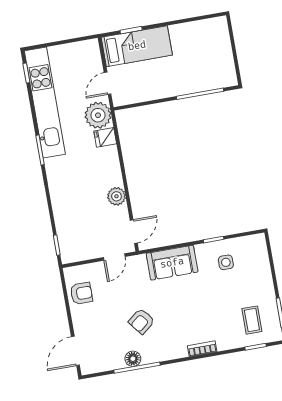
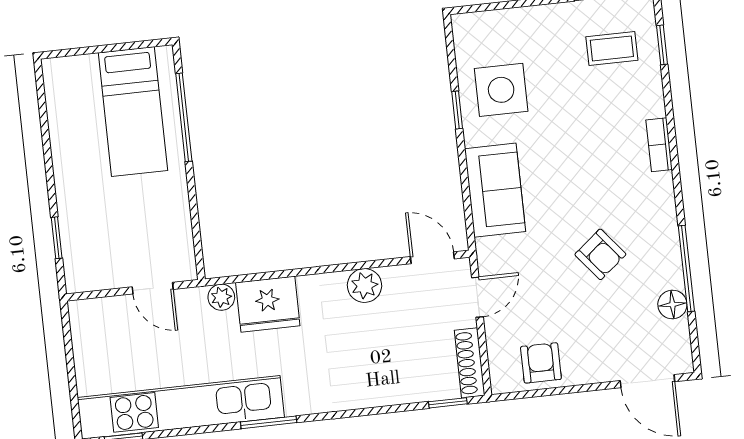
bed: (137, 46) -> (133, 112), moved, turned 180
plant: (98, 115) -> (221, 297), width x0.53, depth x0.53
fridge: (105, 137) -> (268, 304), width x1.88, depth x1.34
shoe rack: (79, 255) -> (470, 363), added
door: (114, 257) -> (477, 297), hinge flipped
side table: (226, 262) -> (501, 90), width x1.87, depth x1.87
floor lamp: (133, 359) -> (672, 304), moved

